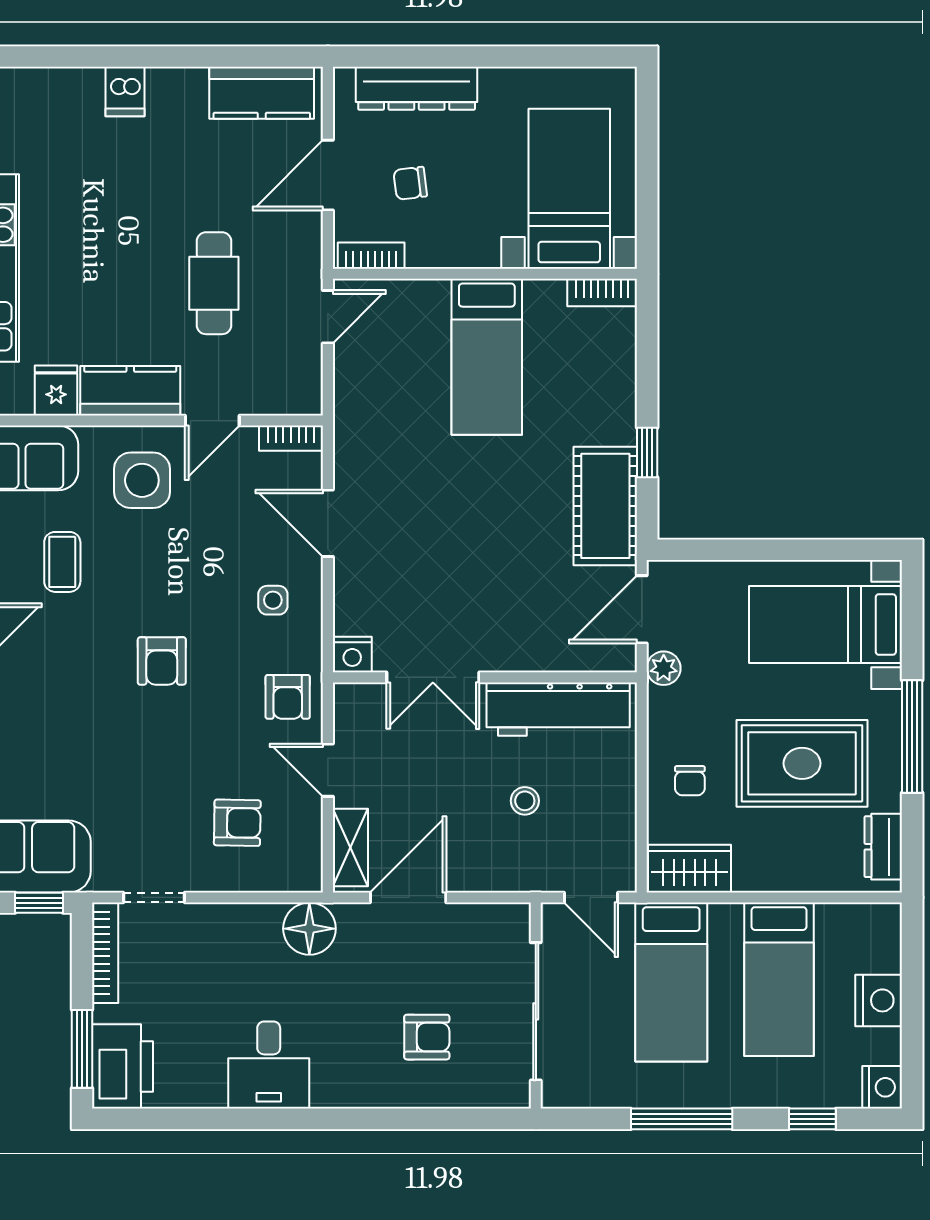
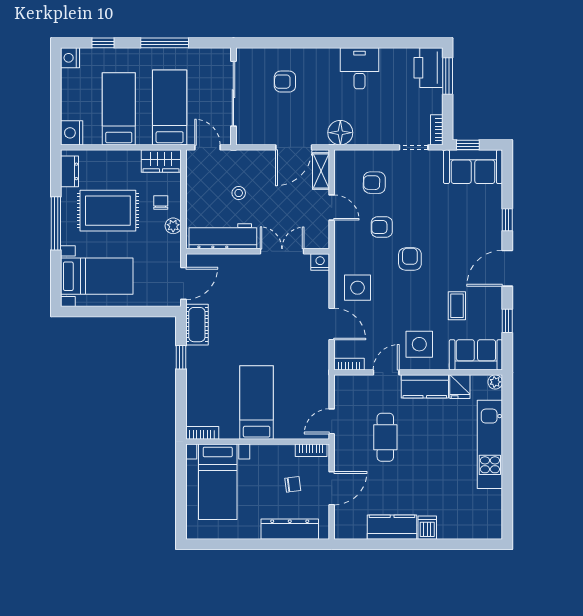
kitchen counter: (262, 93) -> (392, 527), moved
cot: (605, 506) -> (197, 325), width x0.73, depth x0.75
side table: (273, 600) -> (358, 288), width x1.87, depth x1.87
plant: (664, 668) -> (173, 226), moved
armchair: (288, 697) -> (382, 227), moved, turned -90
bookcase: (105, 953) -> (437, 130), width x0.64
nightstand: (879, 1000) -> (72, 133), moved

